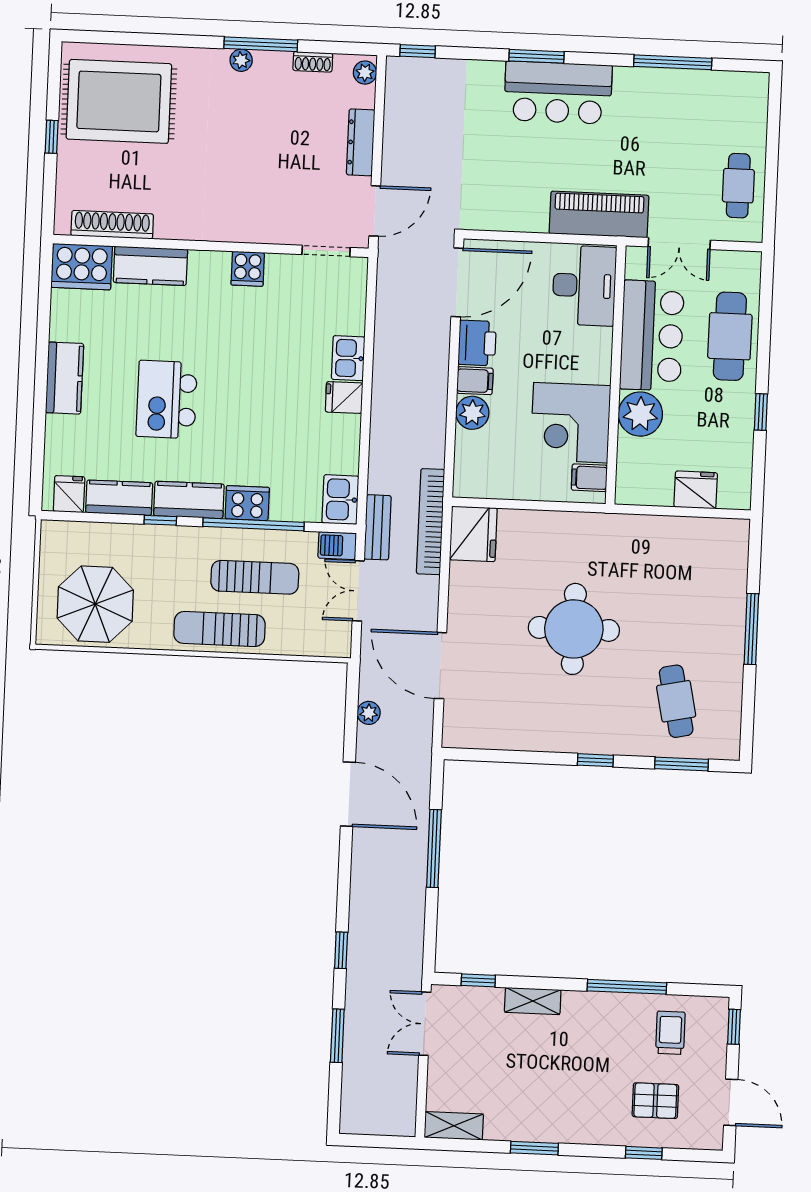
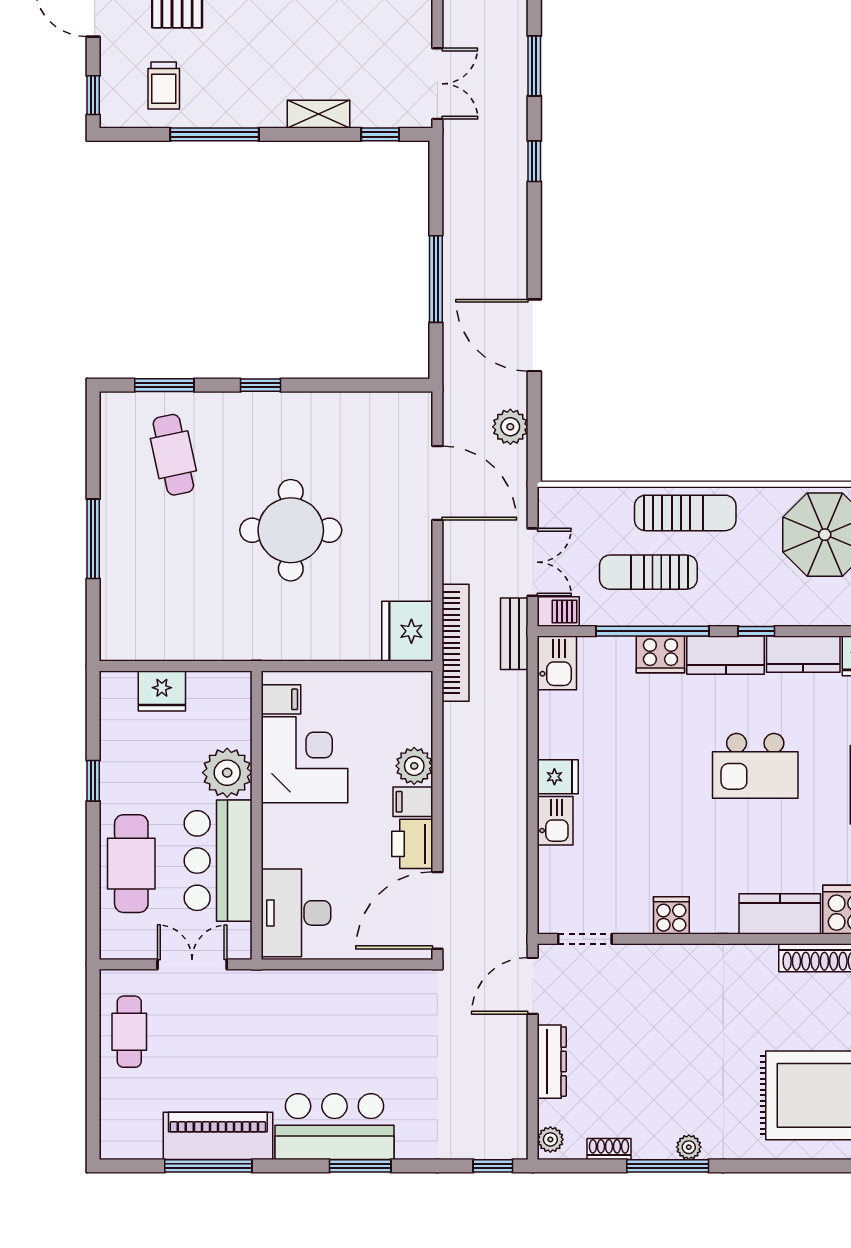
piano: (599, 214) -> (218, 1136), moved, turned 180
kitchen island: (167, 399) -> (755, 766), turned 90
plant: (369, 713) -> (510, 427), width x1.38, depth x1.38

